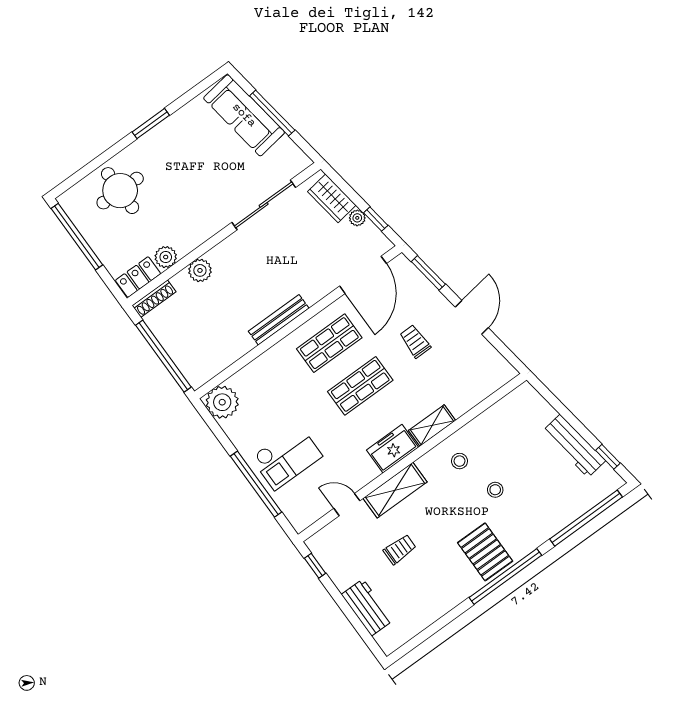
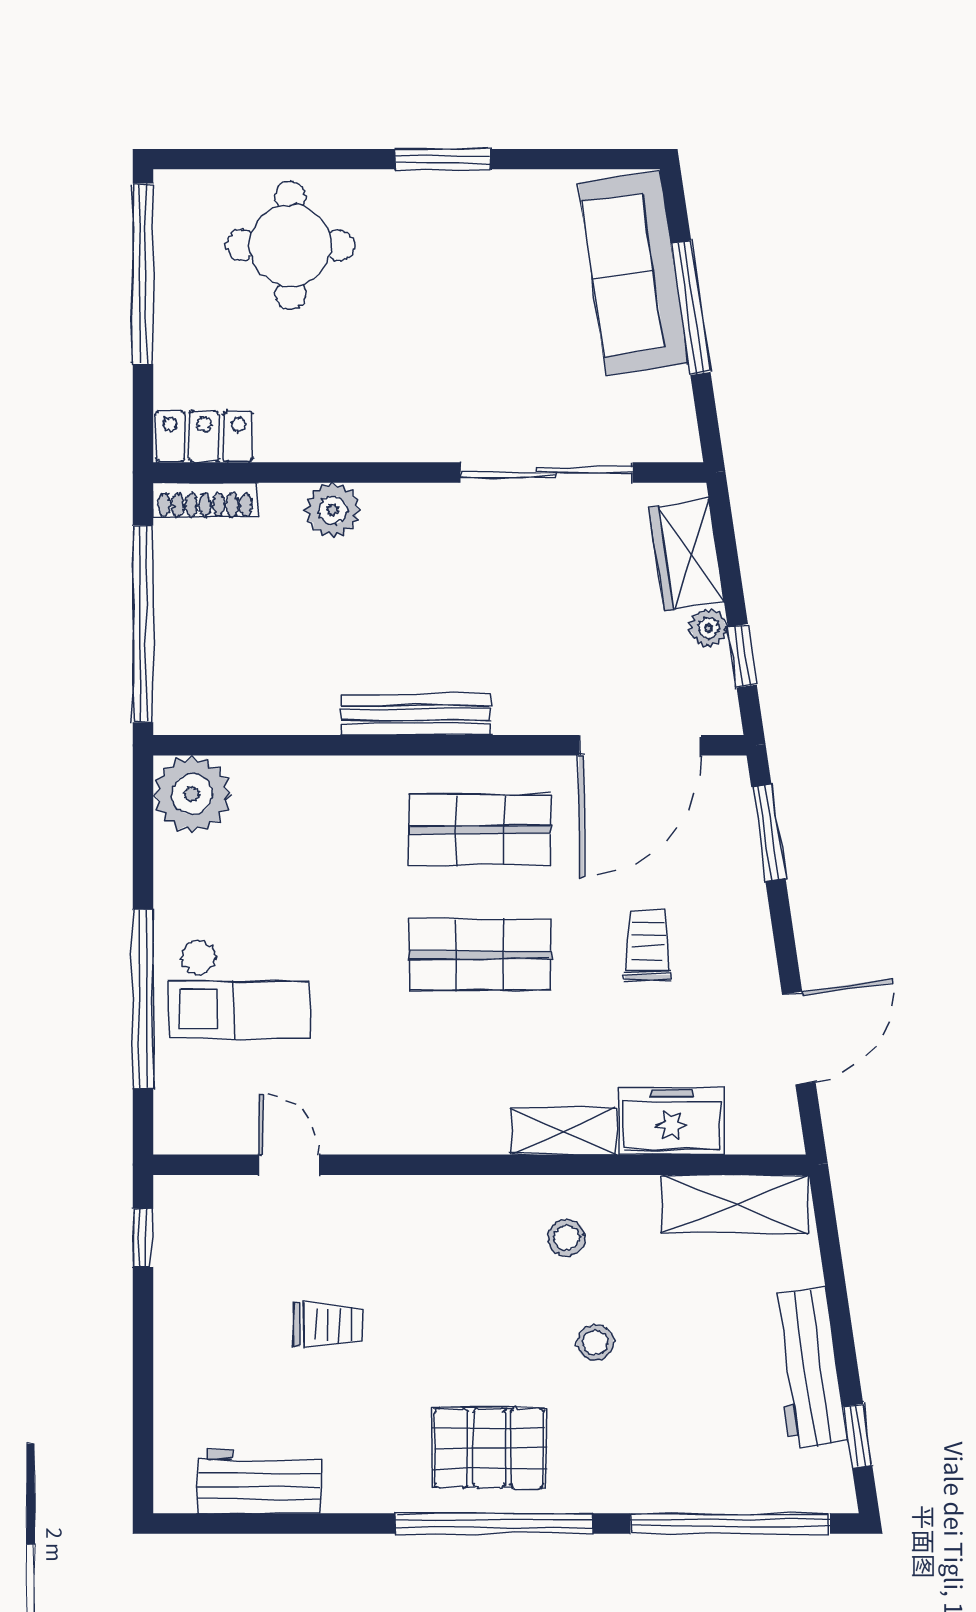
plant: (166, 257) -> (285, 436), removed
door: (472, 317) -> (799, 1038), moved
freezer: (392, 449) -> (672, 1121), moved
shelving: (395, 490) -> (735, 1204), moved
pallet: (485, 552) -> (489, 1448), turned 90
workbench: (367, 608) -> (259, 1482), moved, turned -90

